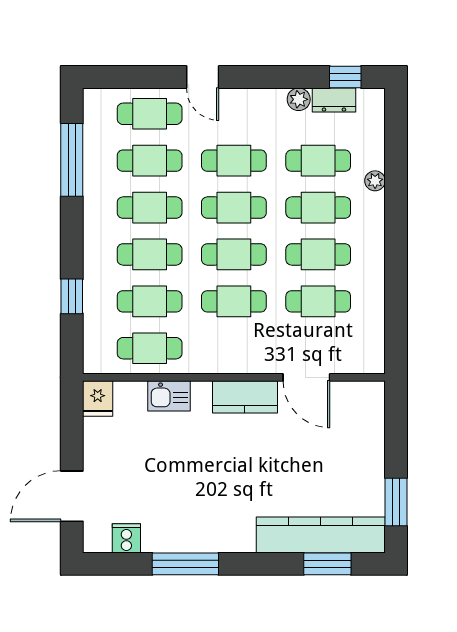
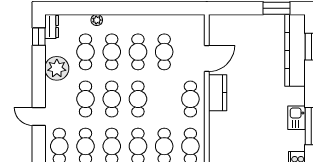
door: (203, 77) -> (39, 117), swing flipped
plant: (299, 99) -> (57, 68), width x1.88, depth x1.88
dresser: (334, 100) -> (52, 26), moved
cafe table: (234, 301) -> (190, 99), moved
kitchen sink: (169, 396) -> (296, 118), moved, turned 180

